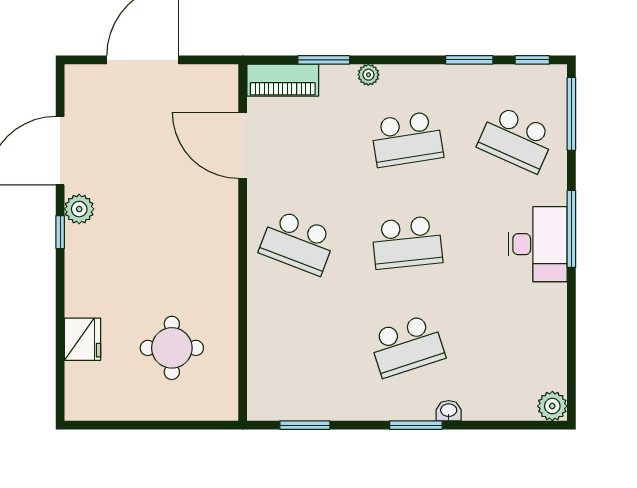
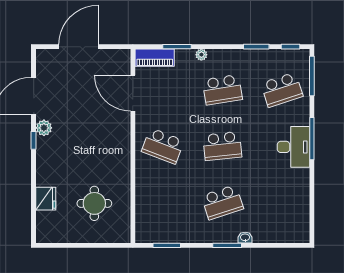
school desk: (516, 139) -> (282, 90), turned -42
plant: (552, 406) -> (301, 235), removed

